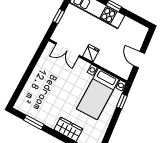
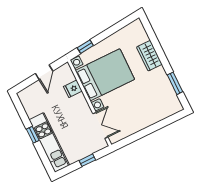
fridge: (91, 53) -> (73, 89), moved
bed with nightstands: (98, 94) -> (105, 75), width x1.36

